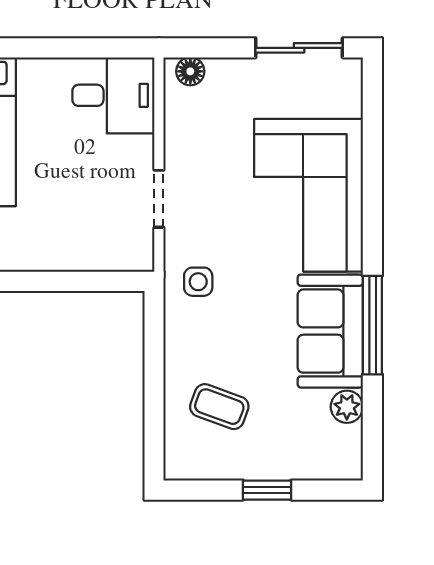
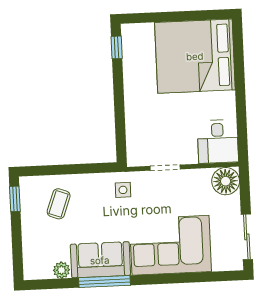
floor lamp: (190, 71) -> (226, 181), width x1.89, depth x1.89
window: (267, 490) -> (15, 199), moved

